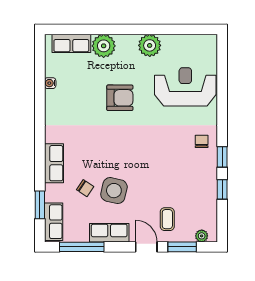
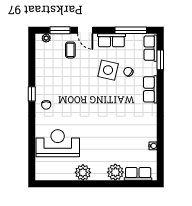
reception desk: (185, 87) -> (58, 143), turned 180
armchair: (120, 98) -> (104, 136), removed
window: (222, 189) -> (32, 71), removed

